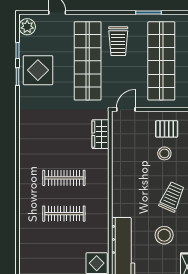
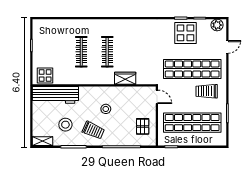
wardrobe: (100, 134) -> (125, 78), moved
stool: (164, 153) -> (106, 109), moved

